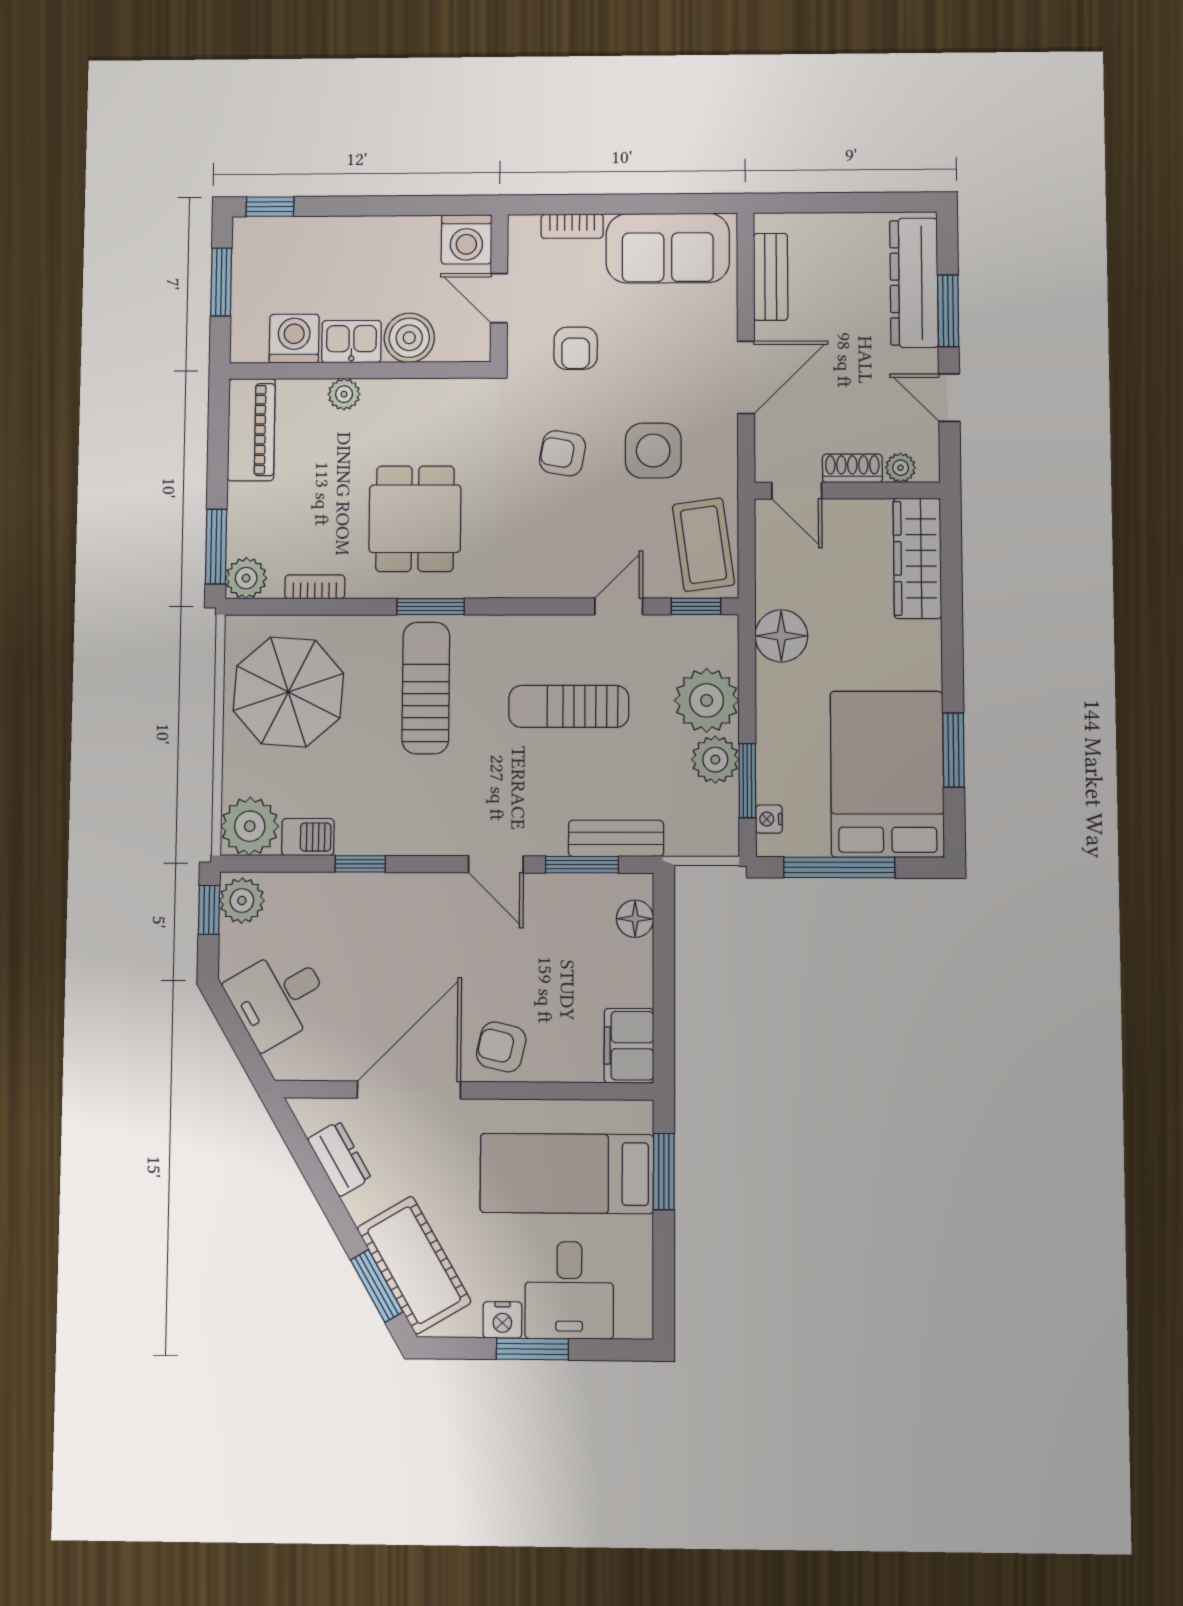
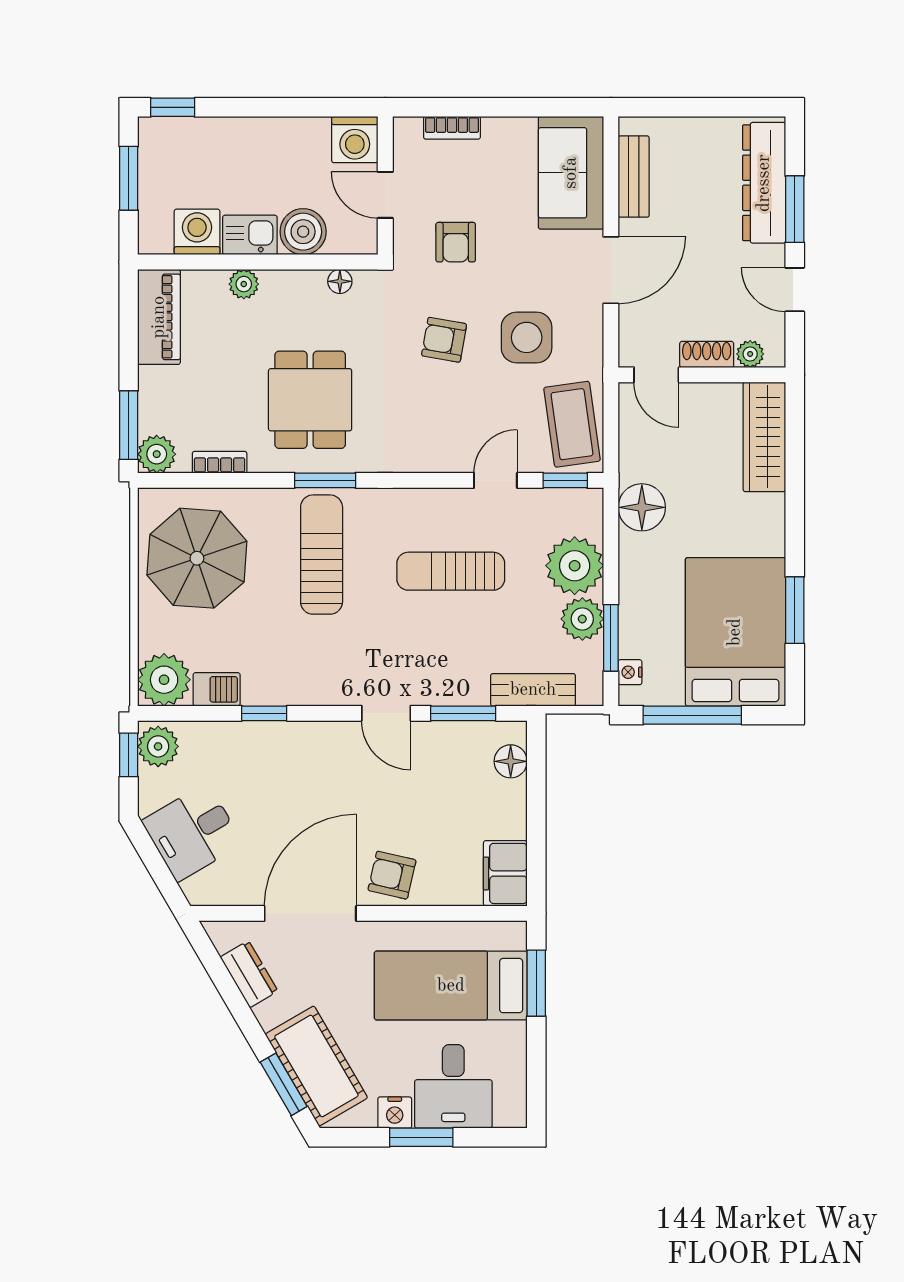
sofa: (668, 248) -> (571, 173), moved, turned 90
floor lamp: (449, 391) -> (340, 281), added
bench: (616, 838) -> (533, 690), moved

